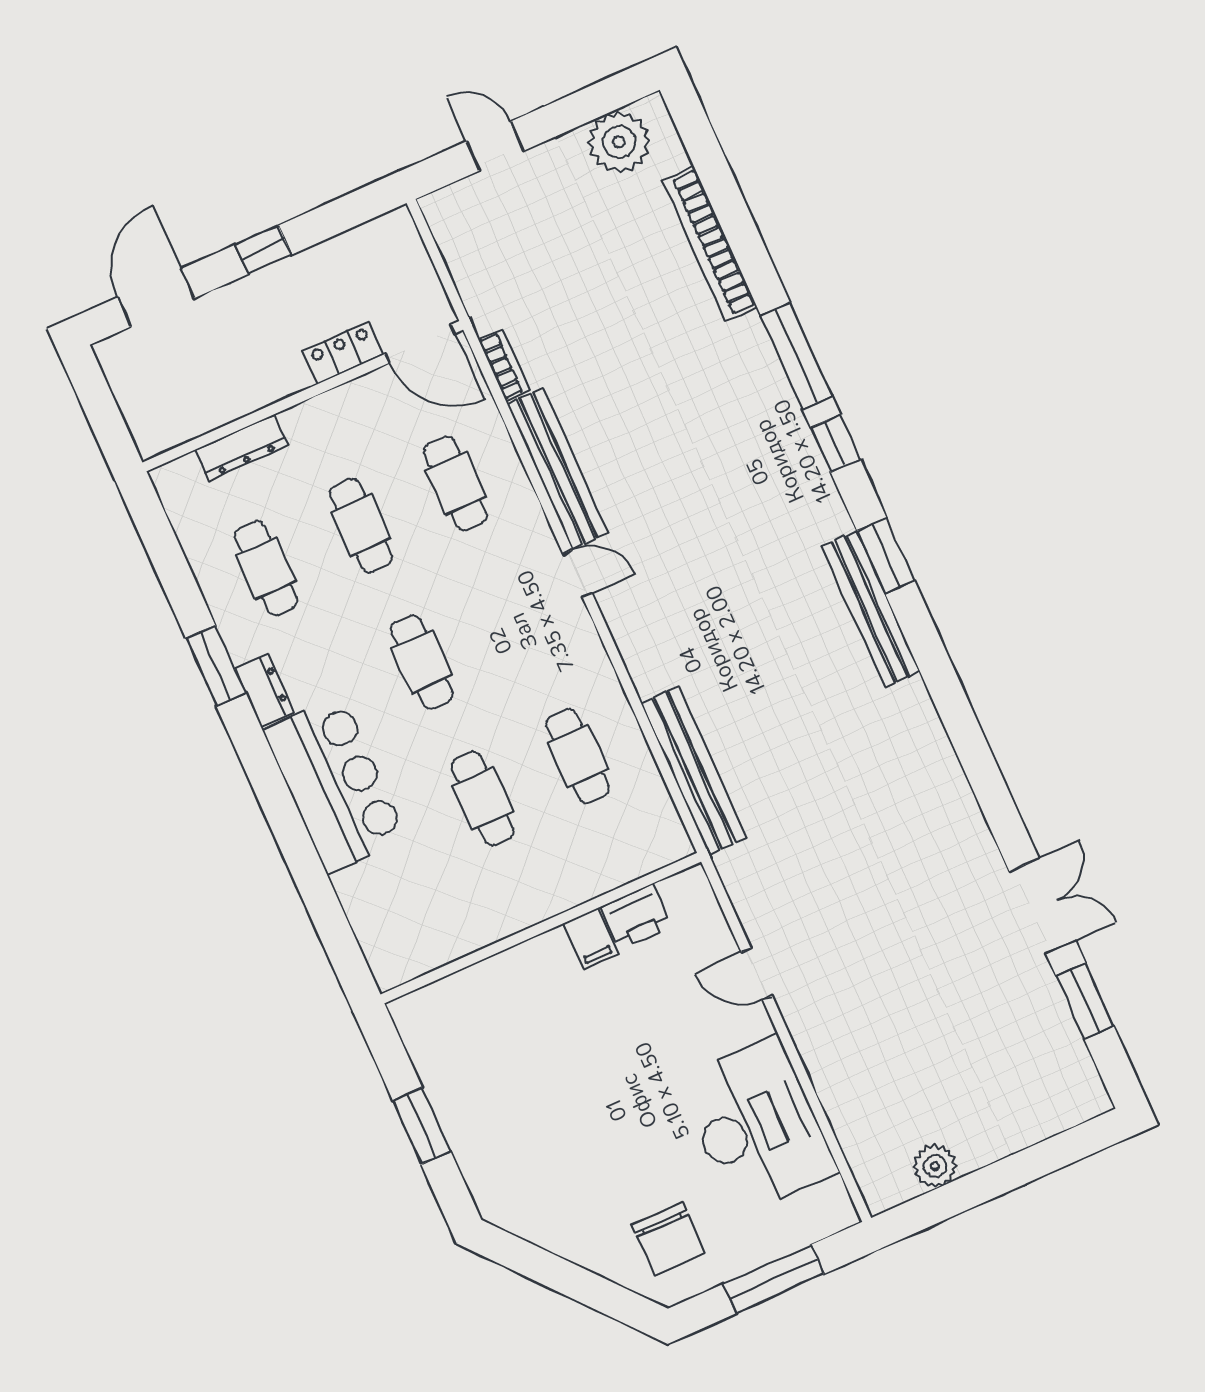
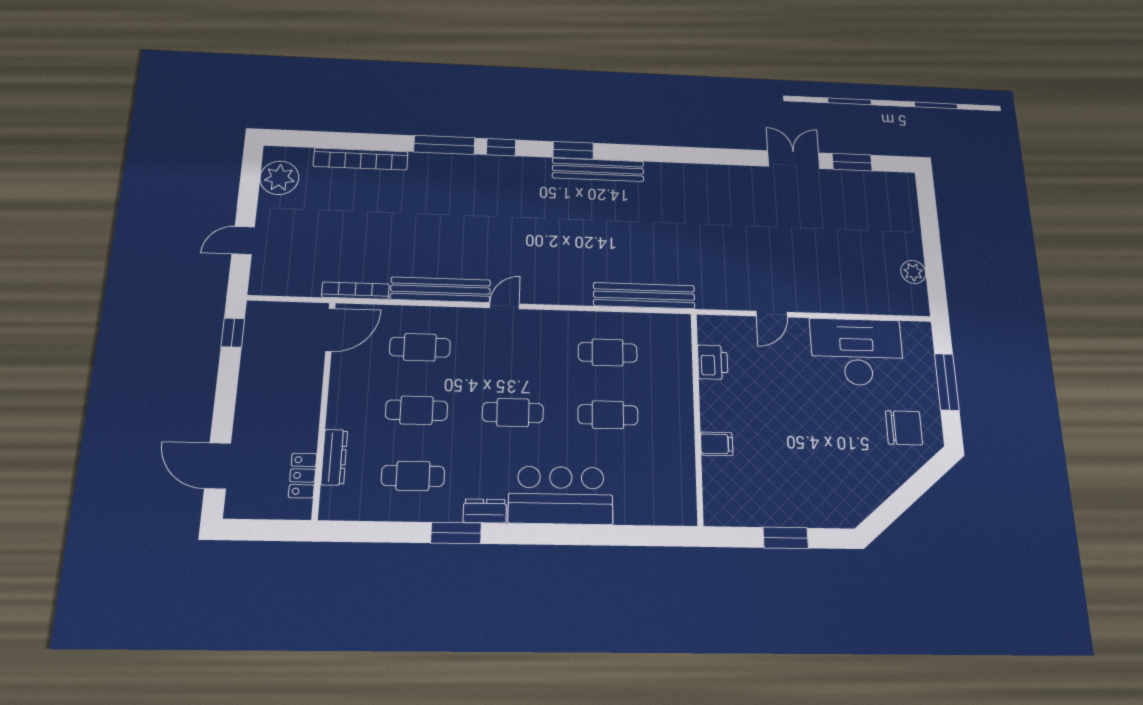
window: (263, 250) -> (233, 333), moved
locker: (343, 353) -> (303, 475), moved
bookcase: (504, 365) -> (355, 291), width x1.56
filing cabinet: (591, 939) -> (717, 444), moved

